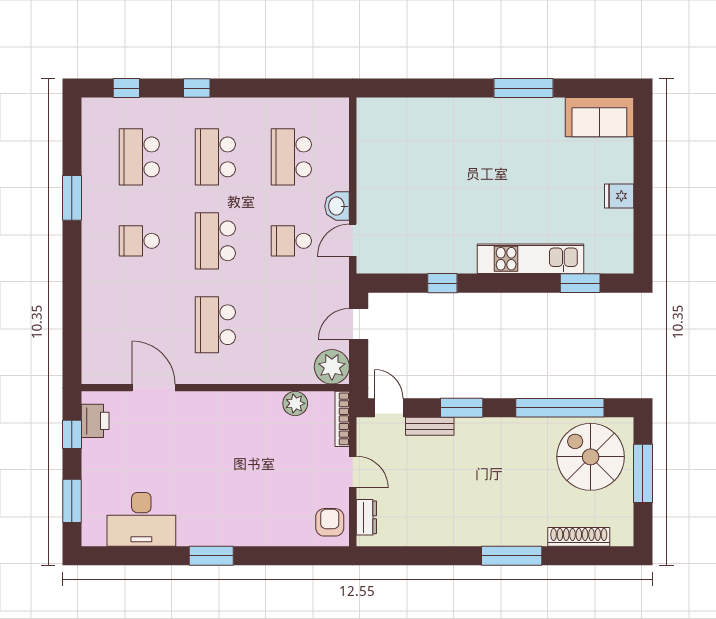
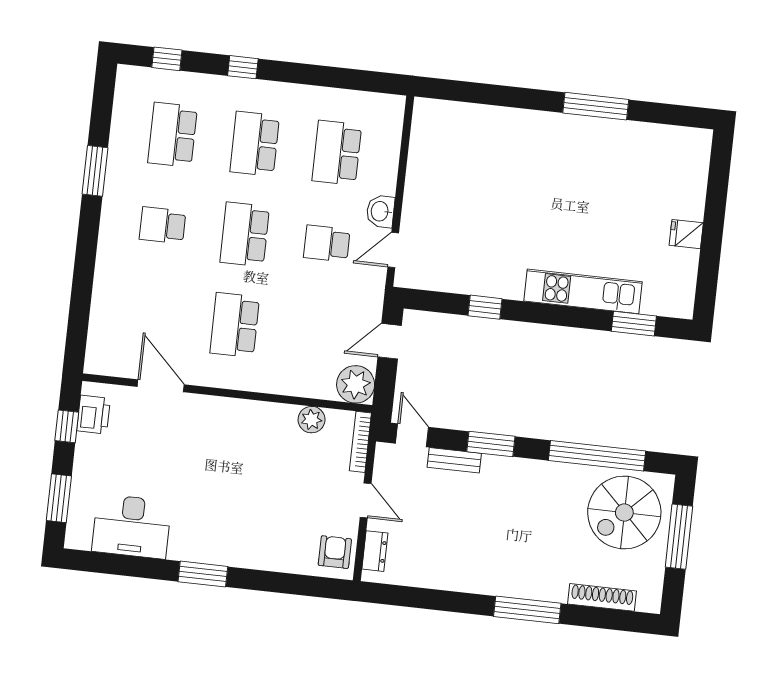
sofa: (599, 117) -> (674, 147), removed
spiral stairs: (591, 457) -> (624, 512), turned -90

